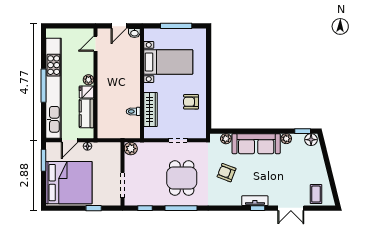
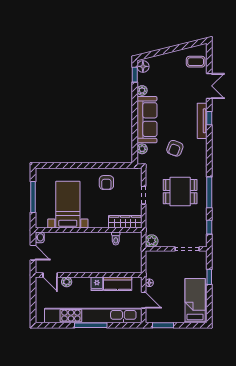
plant: (88, 80) -> (67, 282), moved
wardrobe: (150, 109) -> (125, 222), moved
bed: (69, 183) -> (195, 301), width x0.49
tv unit: (255, 201) -> (202, 121), width x1.41

